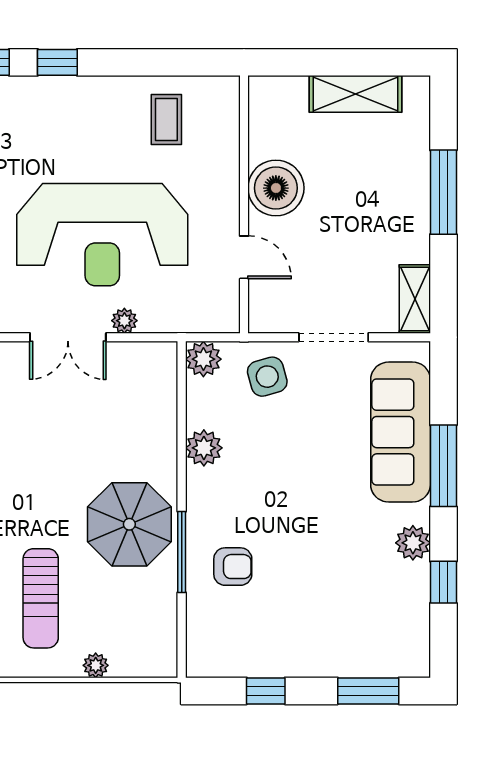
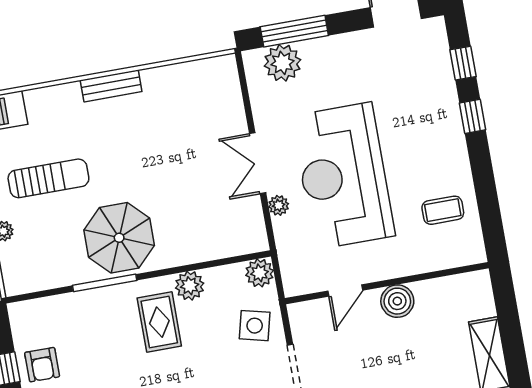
boiler: (276, 188) -> (397, 301), width x0.73, depth x0.73
side table: (267, 377) -> (255, 326), turned 30
rug: (242, 493) -> (159, 322), added
armchair: (233, 567) -> (42, 365), moved
sun lounger: (41, 598) -> (48, 178), turned 180

